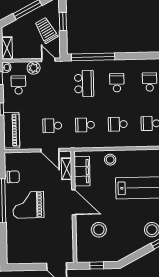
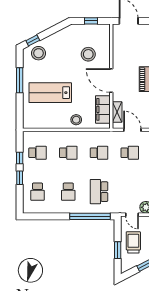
trolley: (46, 30) -> (133, 242), turned -151

